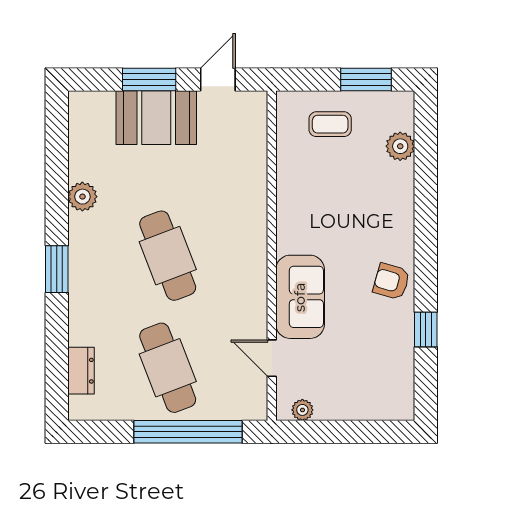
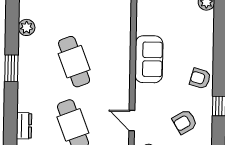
sofa: (300, 297) -> (149, 59), moved
armchair: (365, 359) -> (185, 122), added

